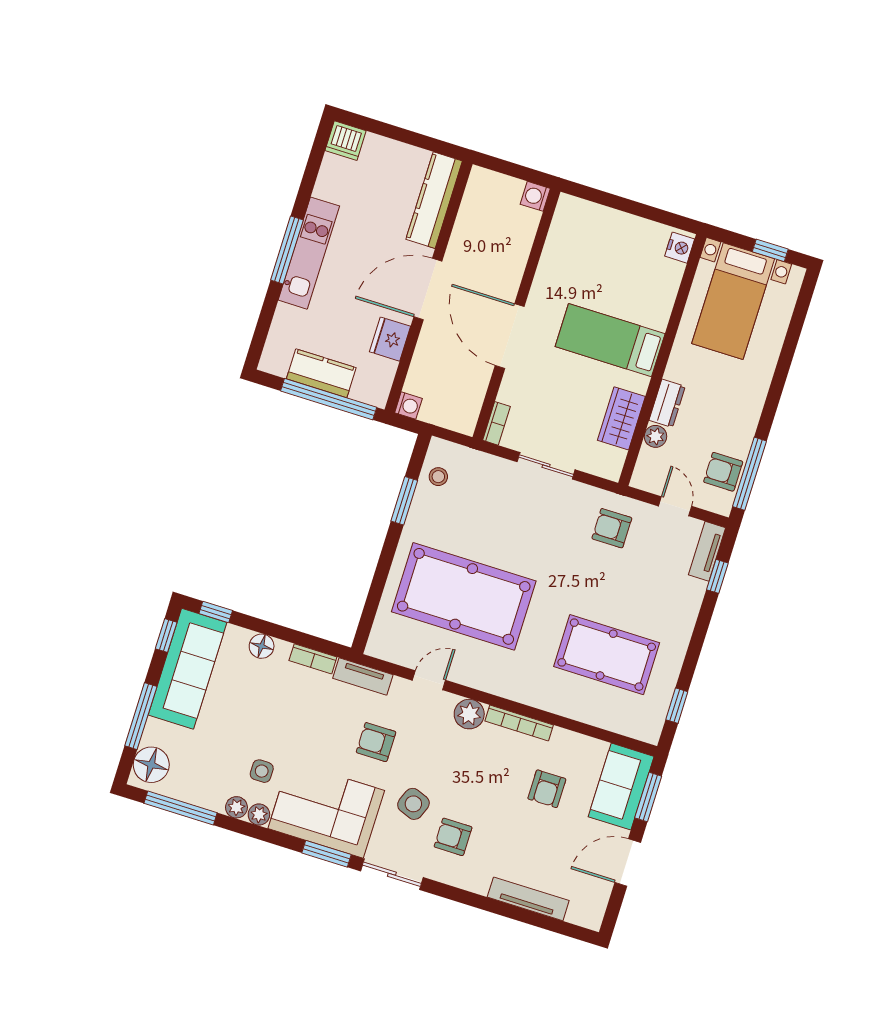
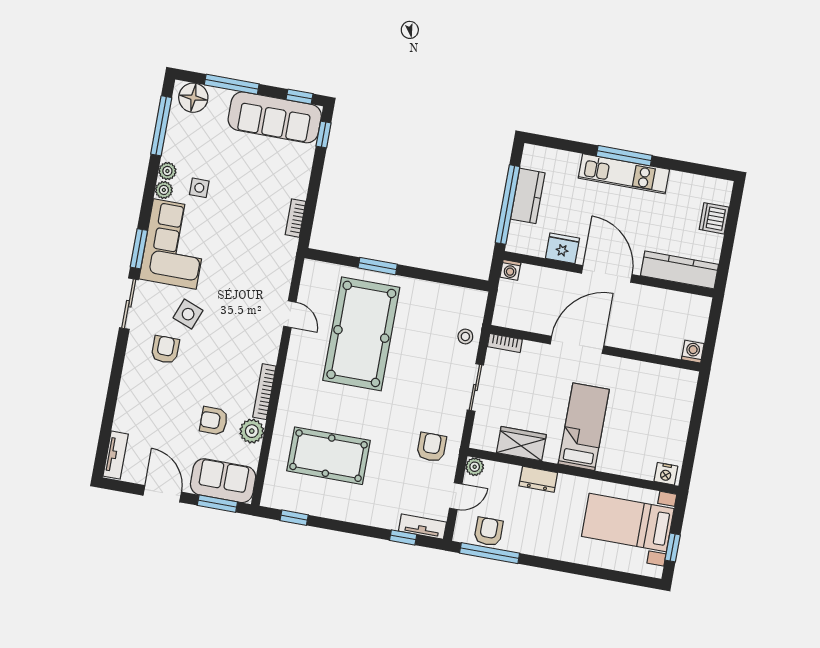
dishwasher: (346, 141) -> (714, 218), moved
plant: (656, 436) -> (475, 467), moved
stool: (438, 477) -> (465, 337), moved
window: (404, 501) -> (378, 266), moved
floor lamp: (262, 646) -> (301, 175), removed
pool table: (607, 655) -> (329, 456), turned 90
tv unit: (363, 676) -> (286, 260), removed
plant: (469, 714) -> (252, 431), moved
armchair: (376, 742) -> (234, 278), removed
tv unit: (528, 899) -> (116, 455), moved, width x0.71

